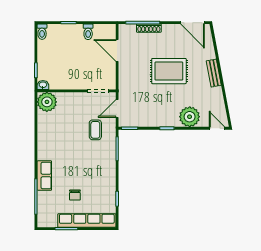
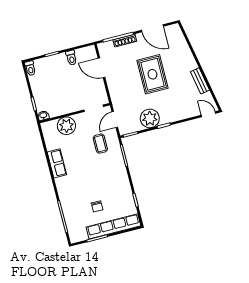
door: (193, 23) -> (152, 28), moved
rug: (169, 71) -> (152, 74), turned 90
bench: (214, 73) -> (200, 81), moved
plant: (47, 102) -> (66, 126), moved
plant: (190, 117) -> (150, 118), moved
row of seats: (44, 176) -> (57, 163), moved

